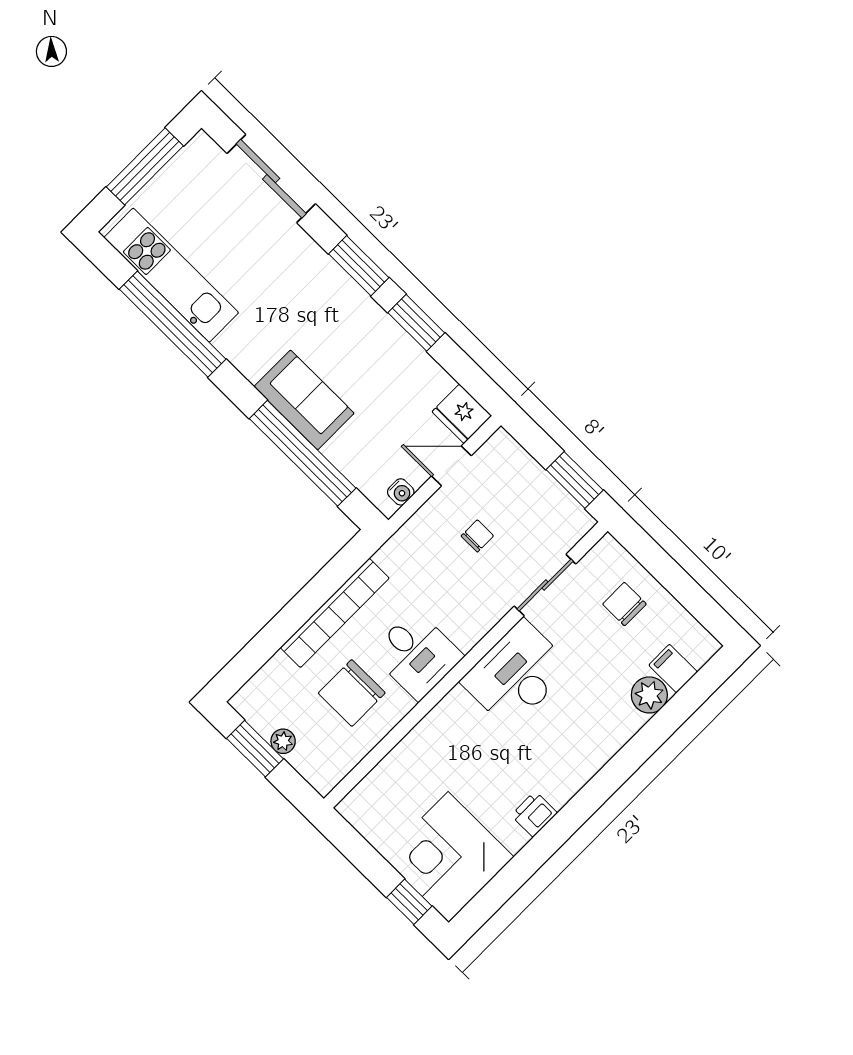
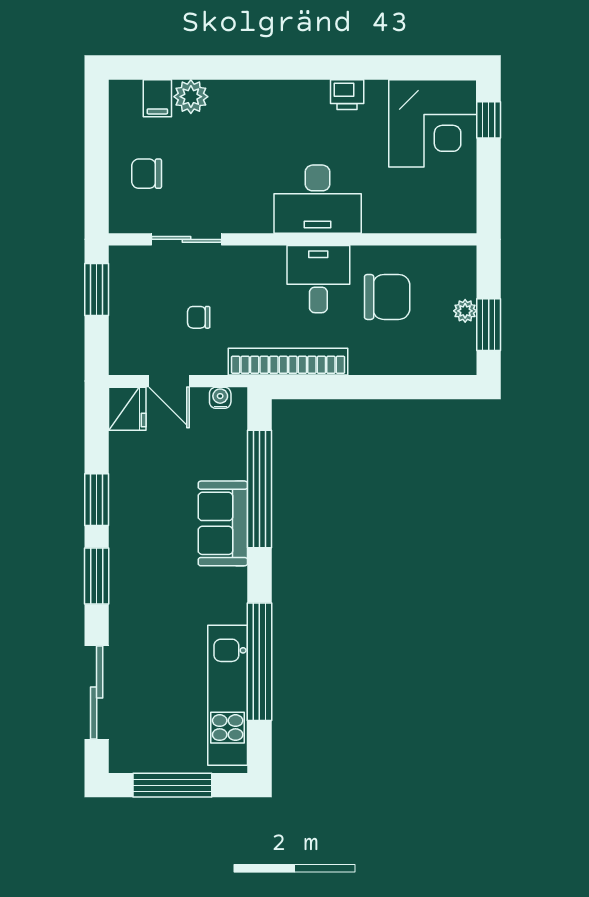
chair: (624, 604) -> (147, 174), turned 90
bookcase: (335, 613) -> (288, 362), moved
desk: (516, 674) -> (318, 199), moved

